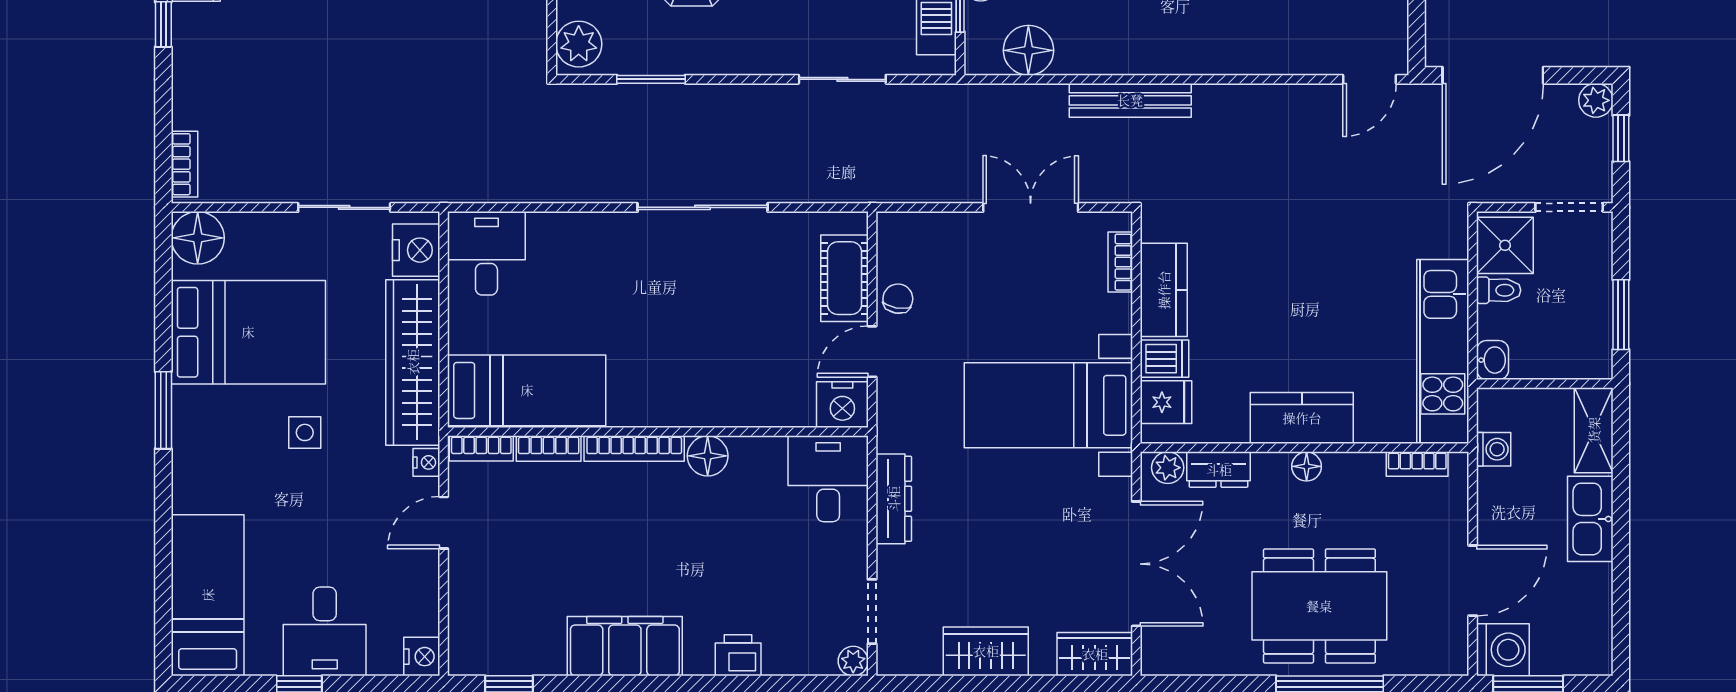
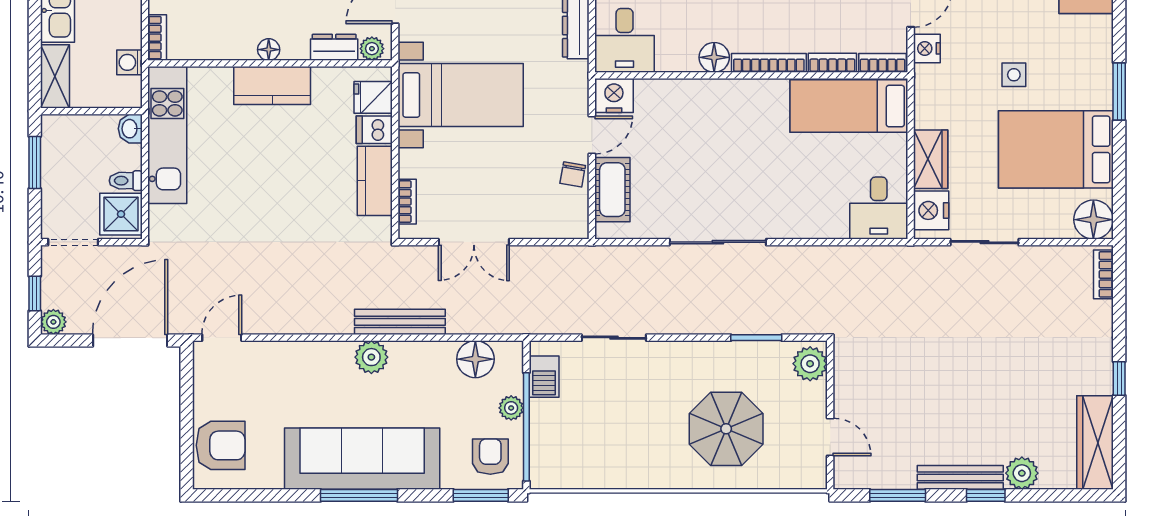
plant: (1168, 53) -> (371, 357), added
wardrobe: (413, 362) -> (931, 159), width x0.48, depth x0.85
nightstand: (426, 462) -> (927, 48), width x1.39, depth x1.35
bookcase: (1417, 464) -> (157, 38), moved, turned 90

